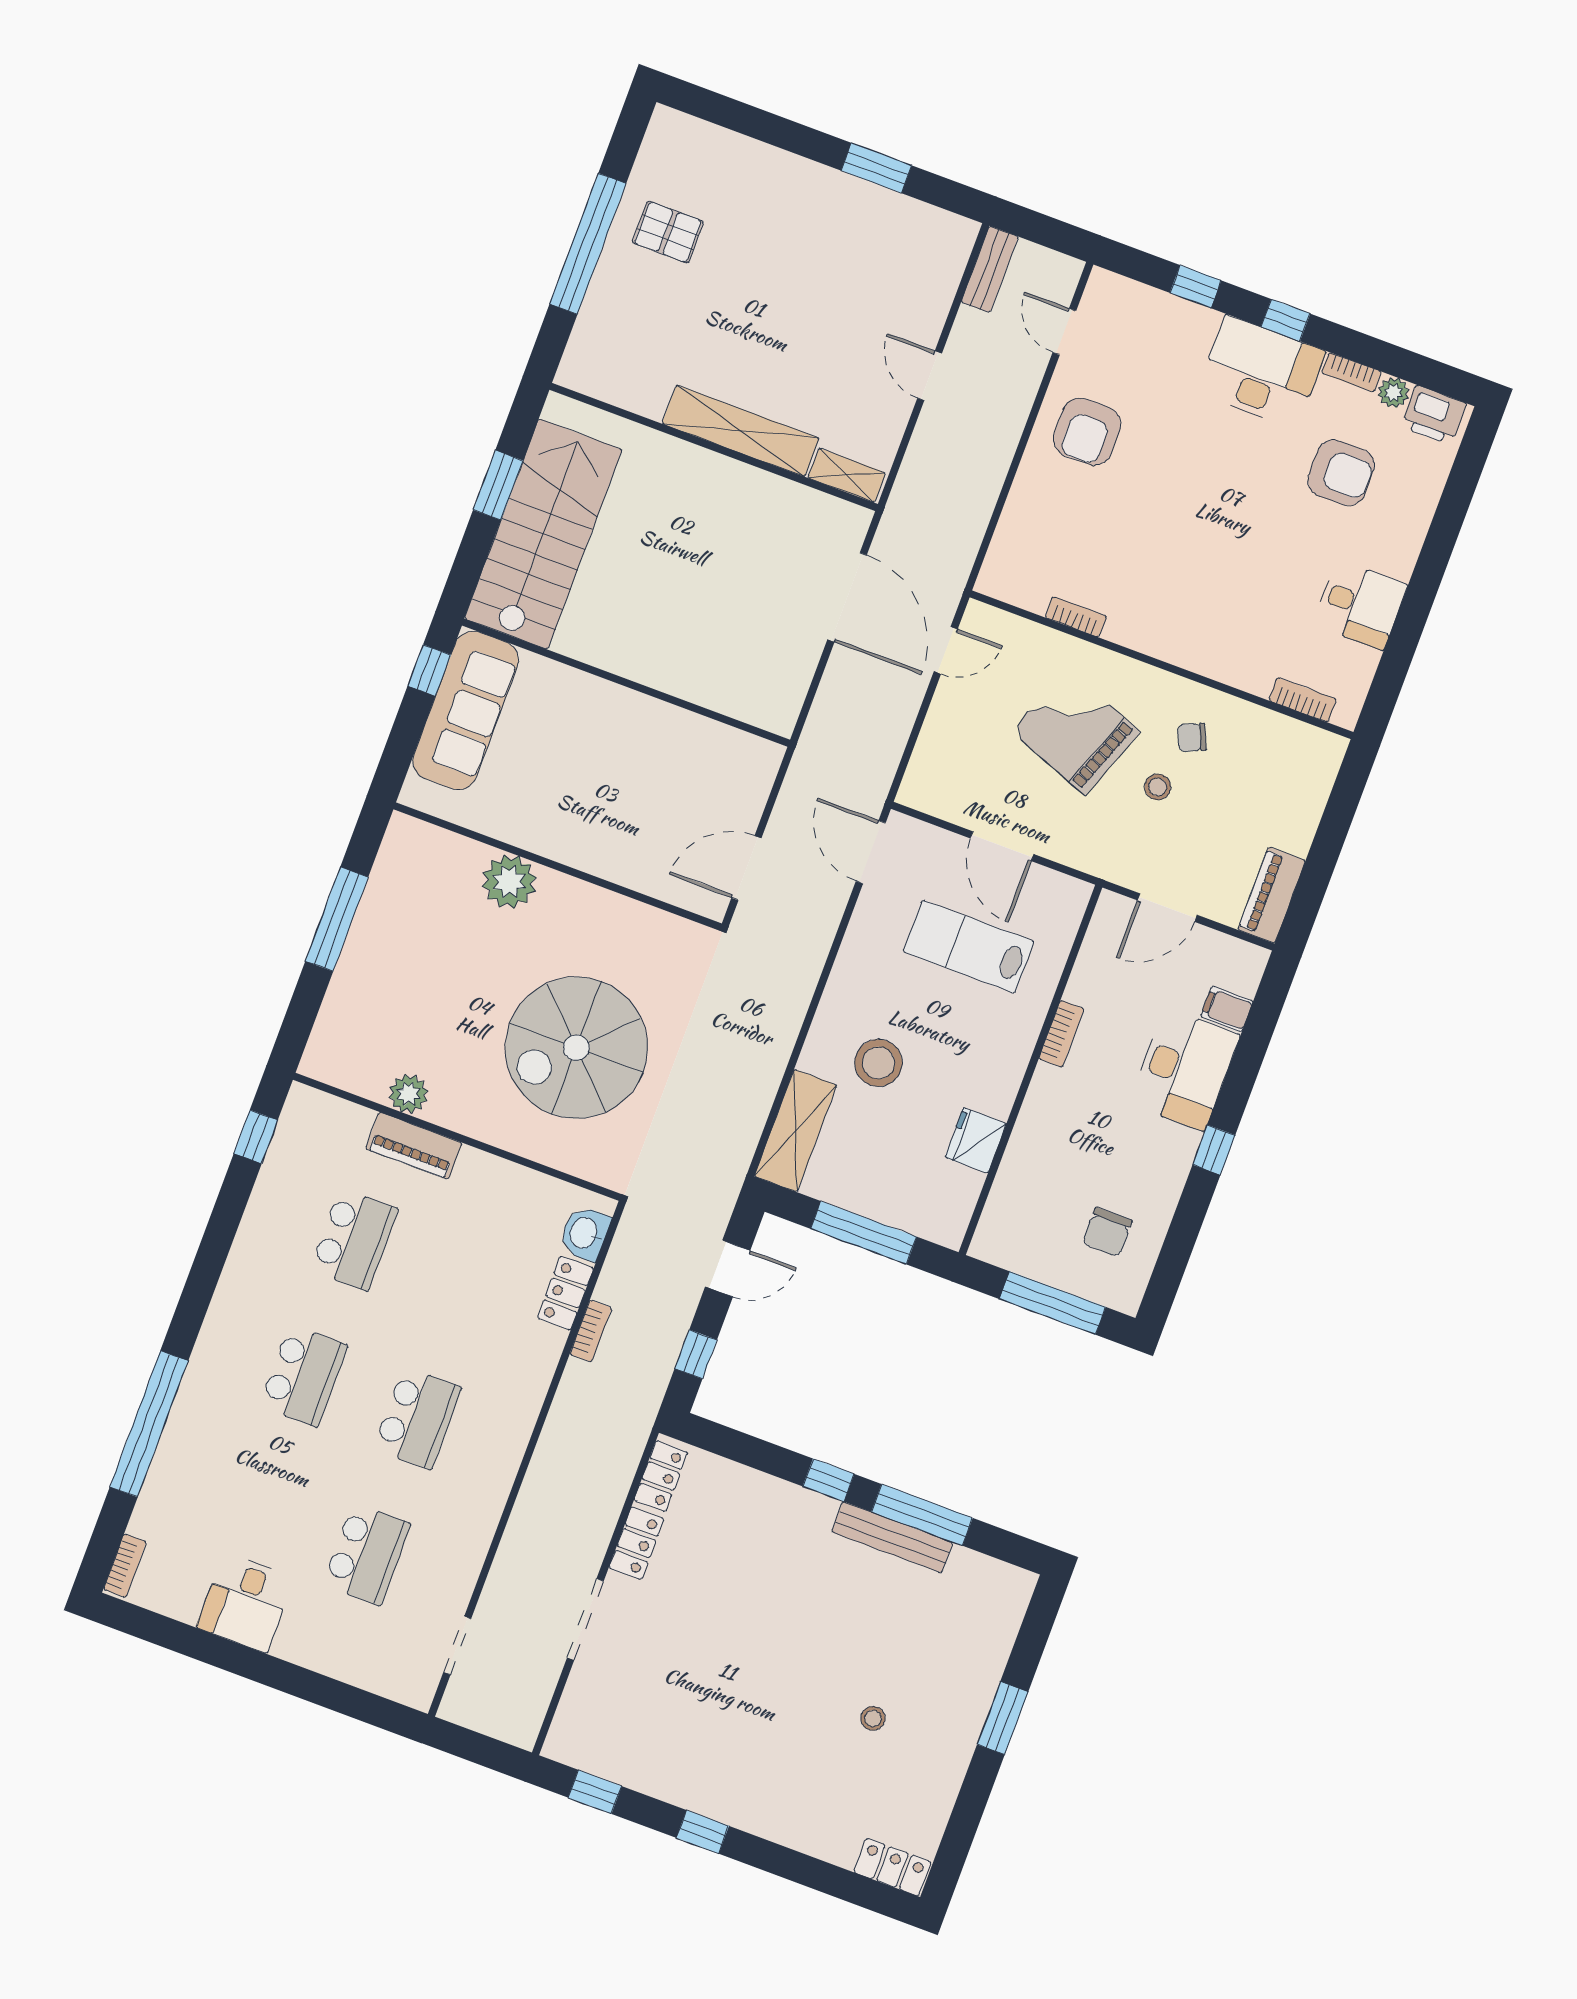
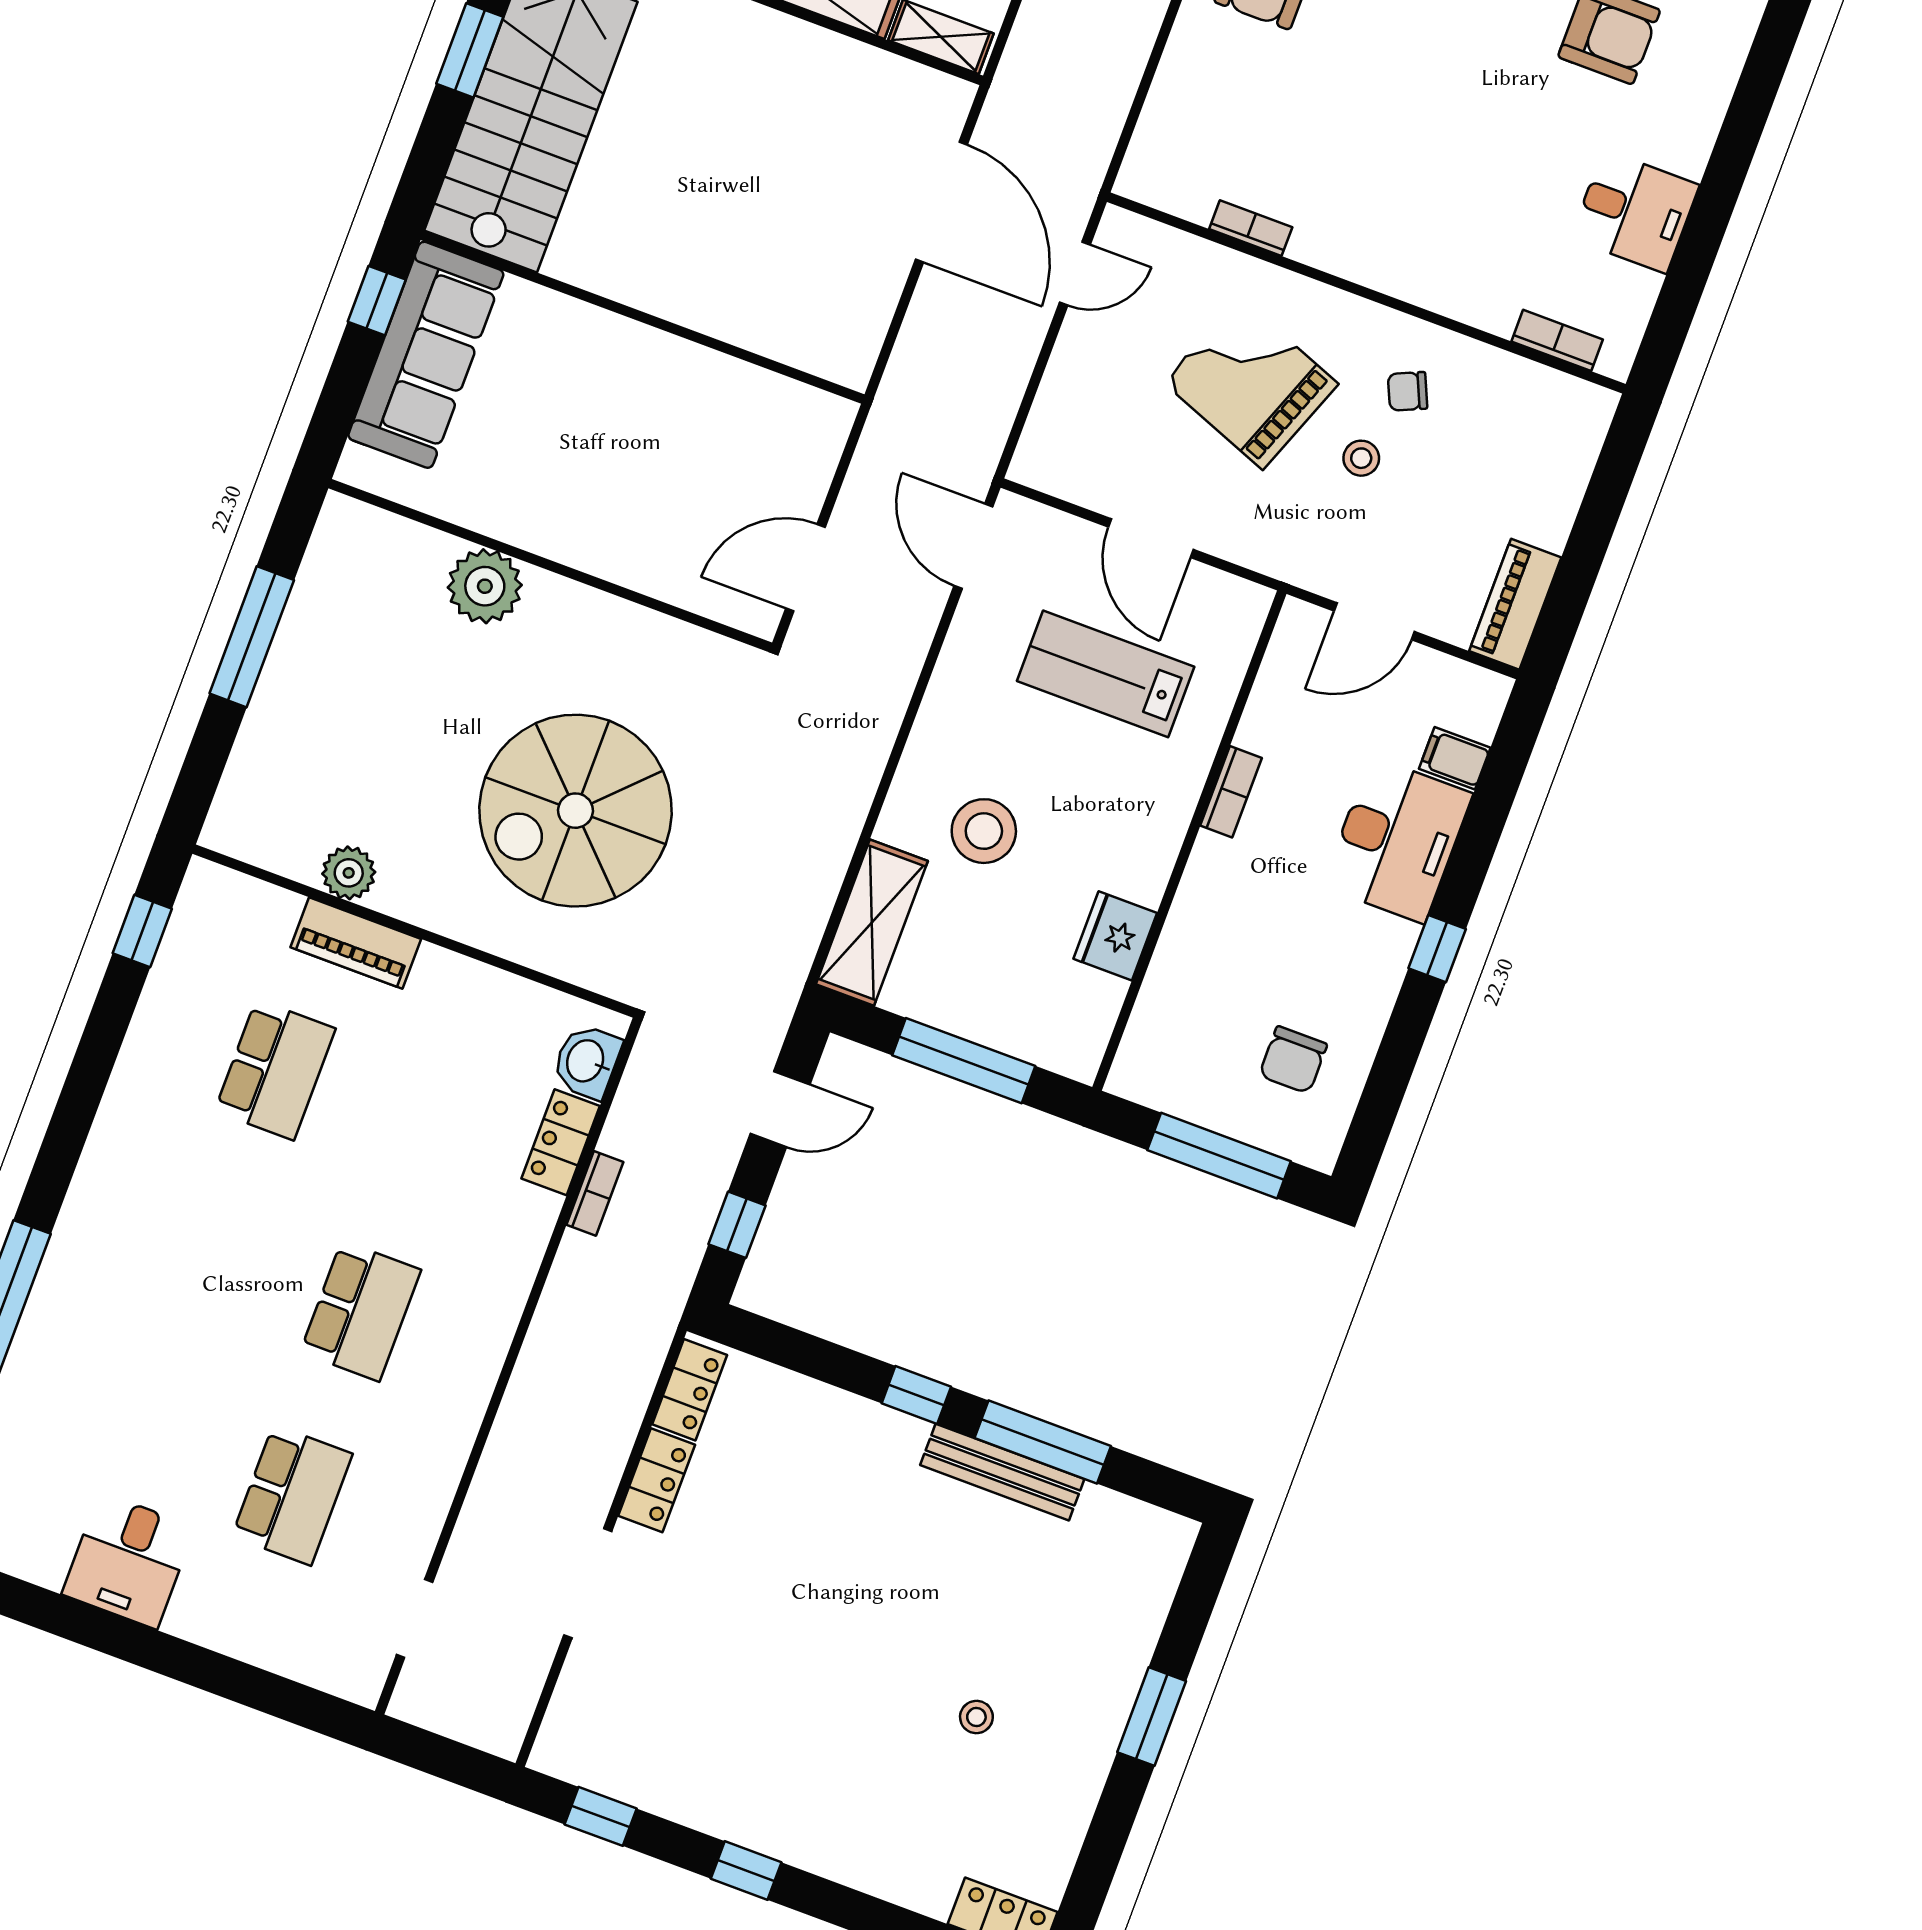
school desk: (303, 1376) -> (207, 1254), removed

